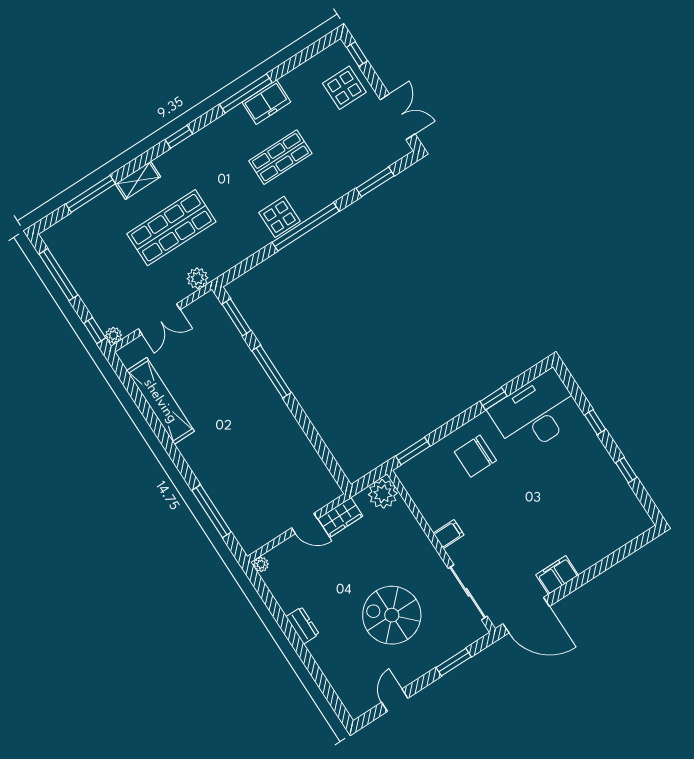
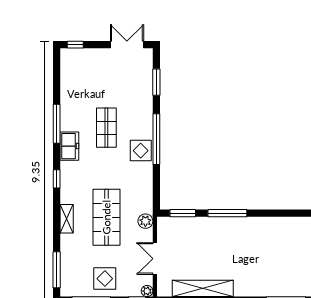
display table: (344, 88) -> (105, 279), moved
freezer: (266, 102) -> (69, 146), moved
window: (91, 194) -> (57, 270), moved
double door: (159, 319) -> (155, 259), swing flipped

